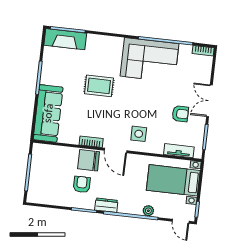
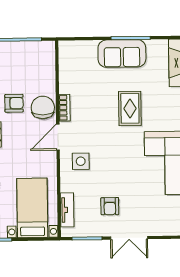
double door: (209, 101) -> (129, 238), swing flipped
sofa: (48, 113) -> (122, 54), moved, width x0.73

